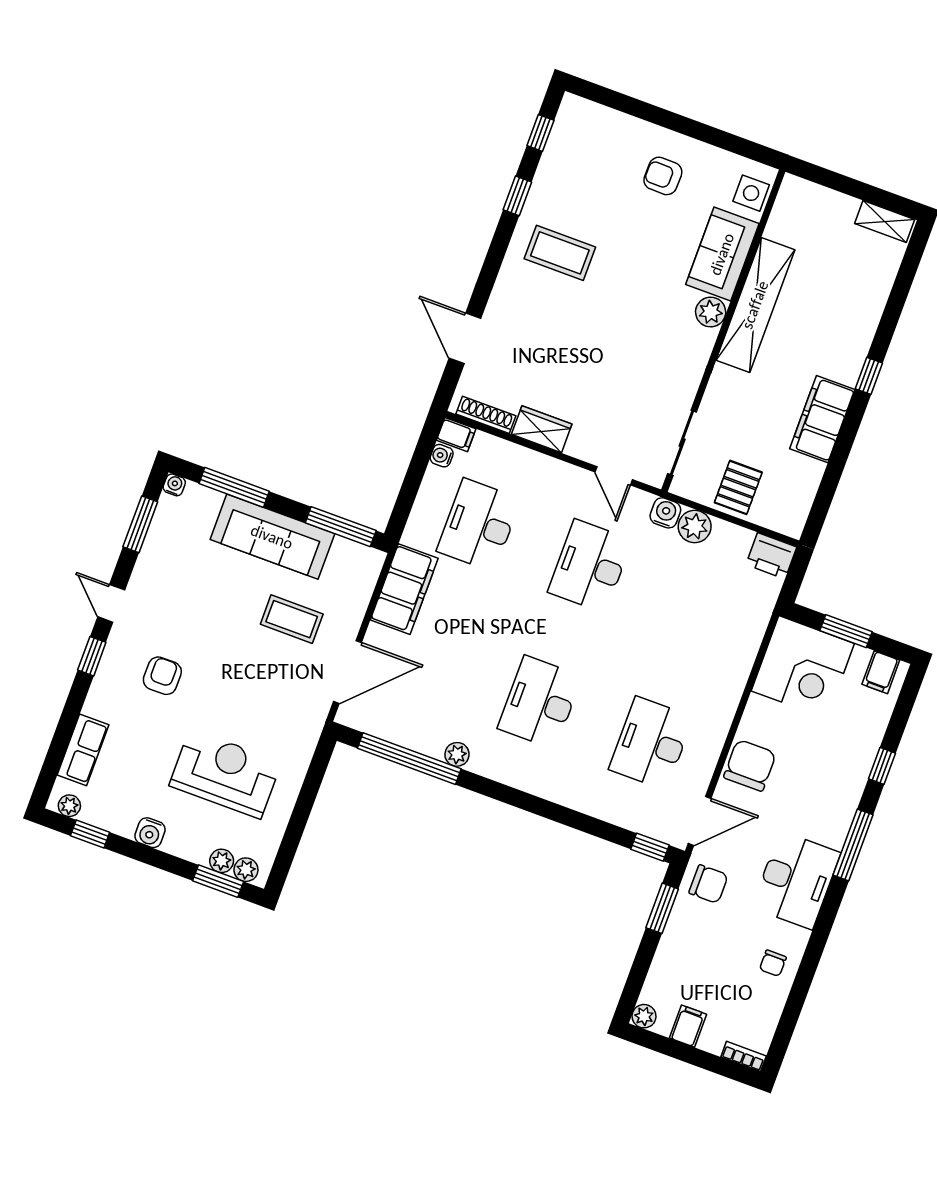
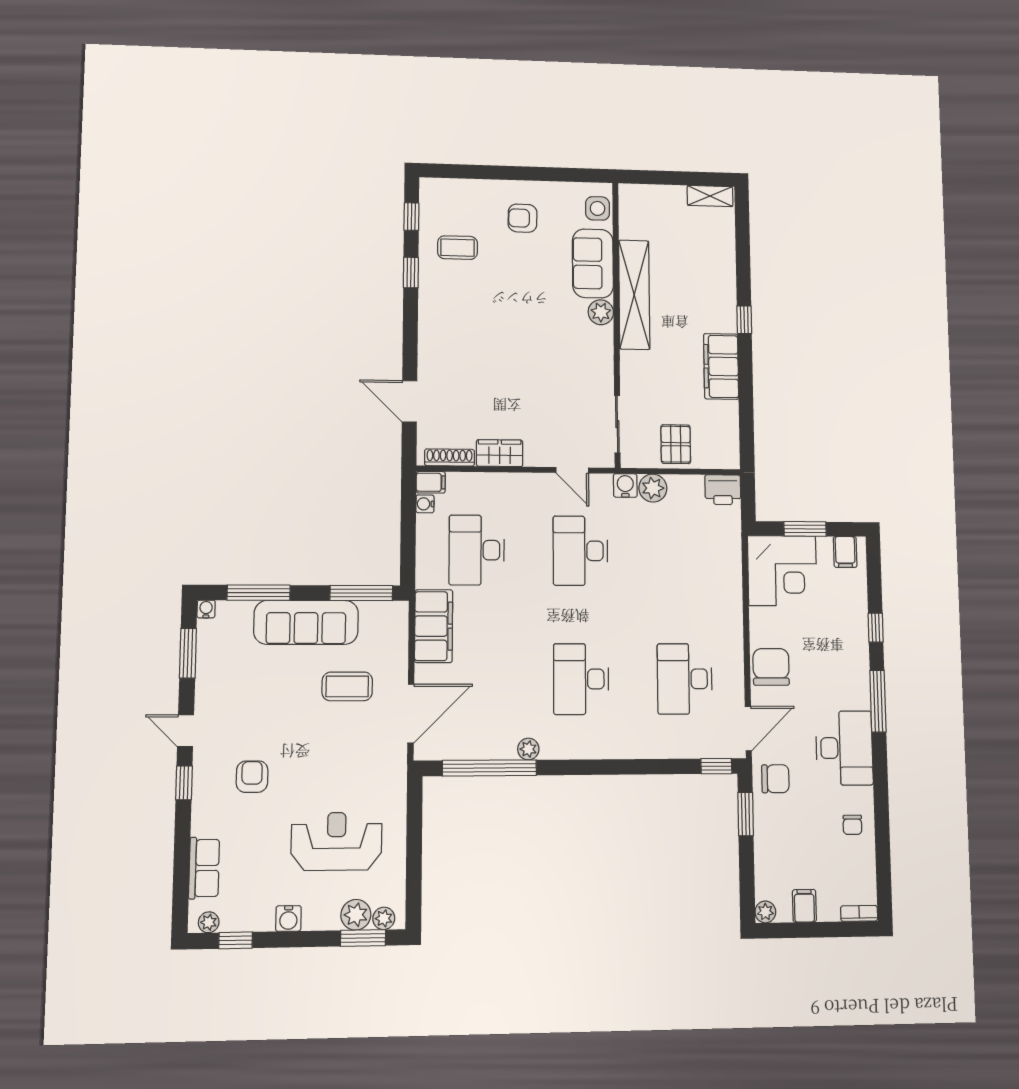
coffee table: (560, 253) -> (458, 248), moved, width x0.73, depth x0.77
plant: (222, 861) -> (356, 915), width x1.38, depth x1.38

